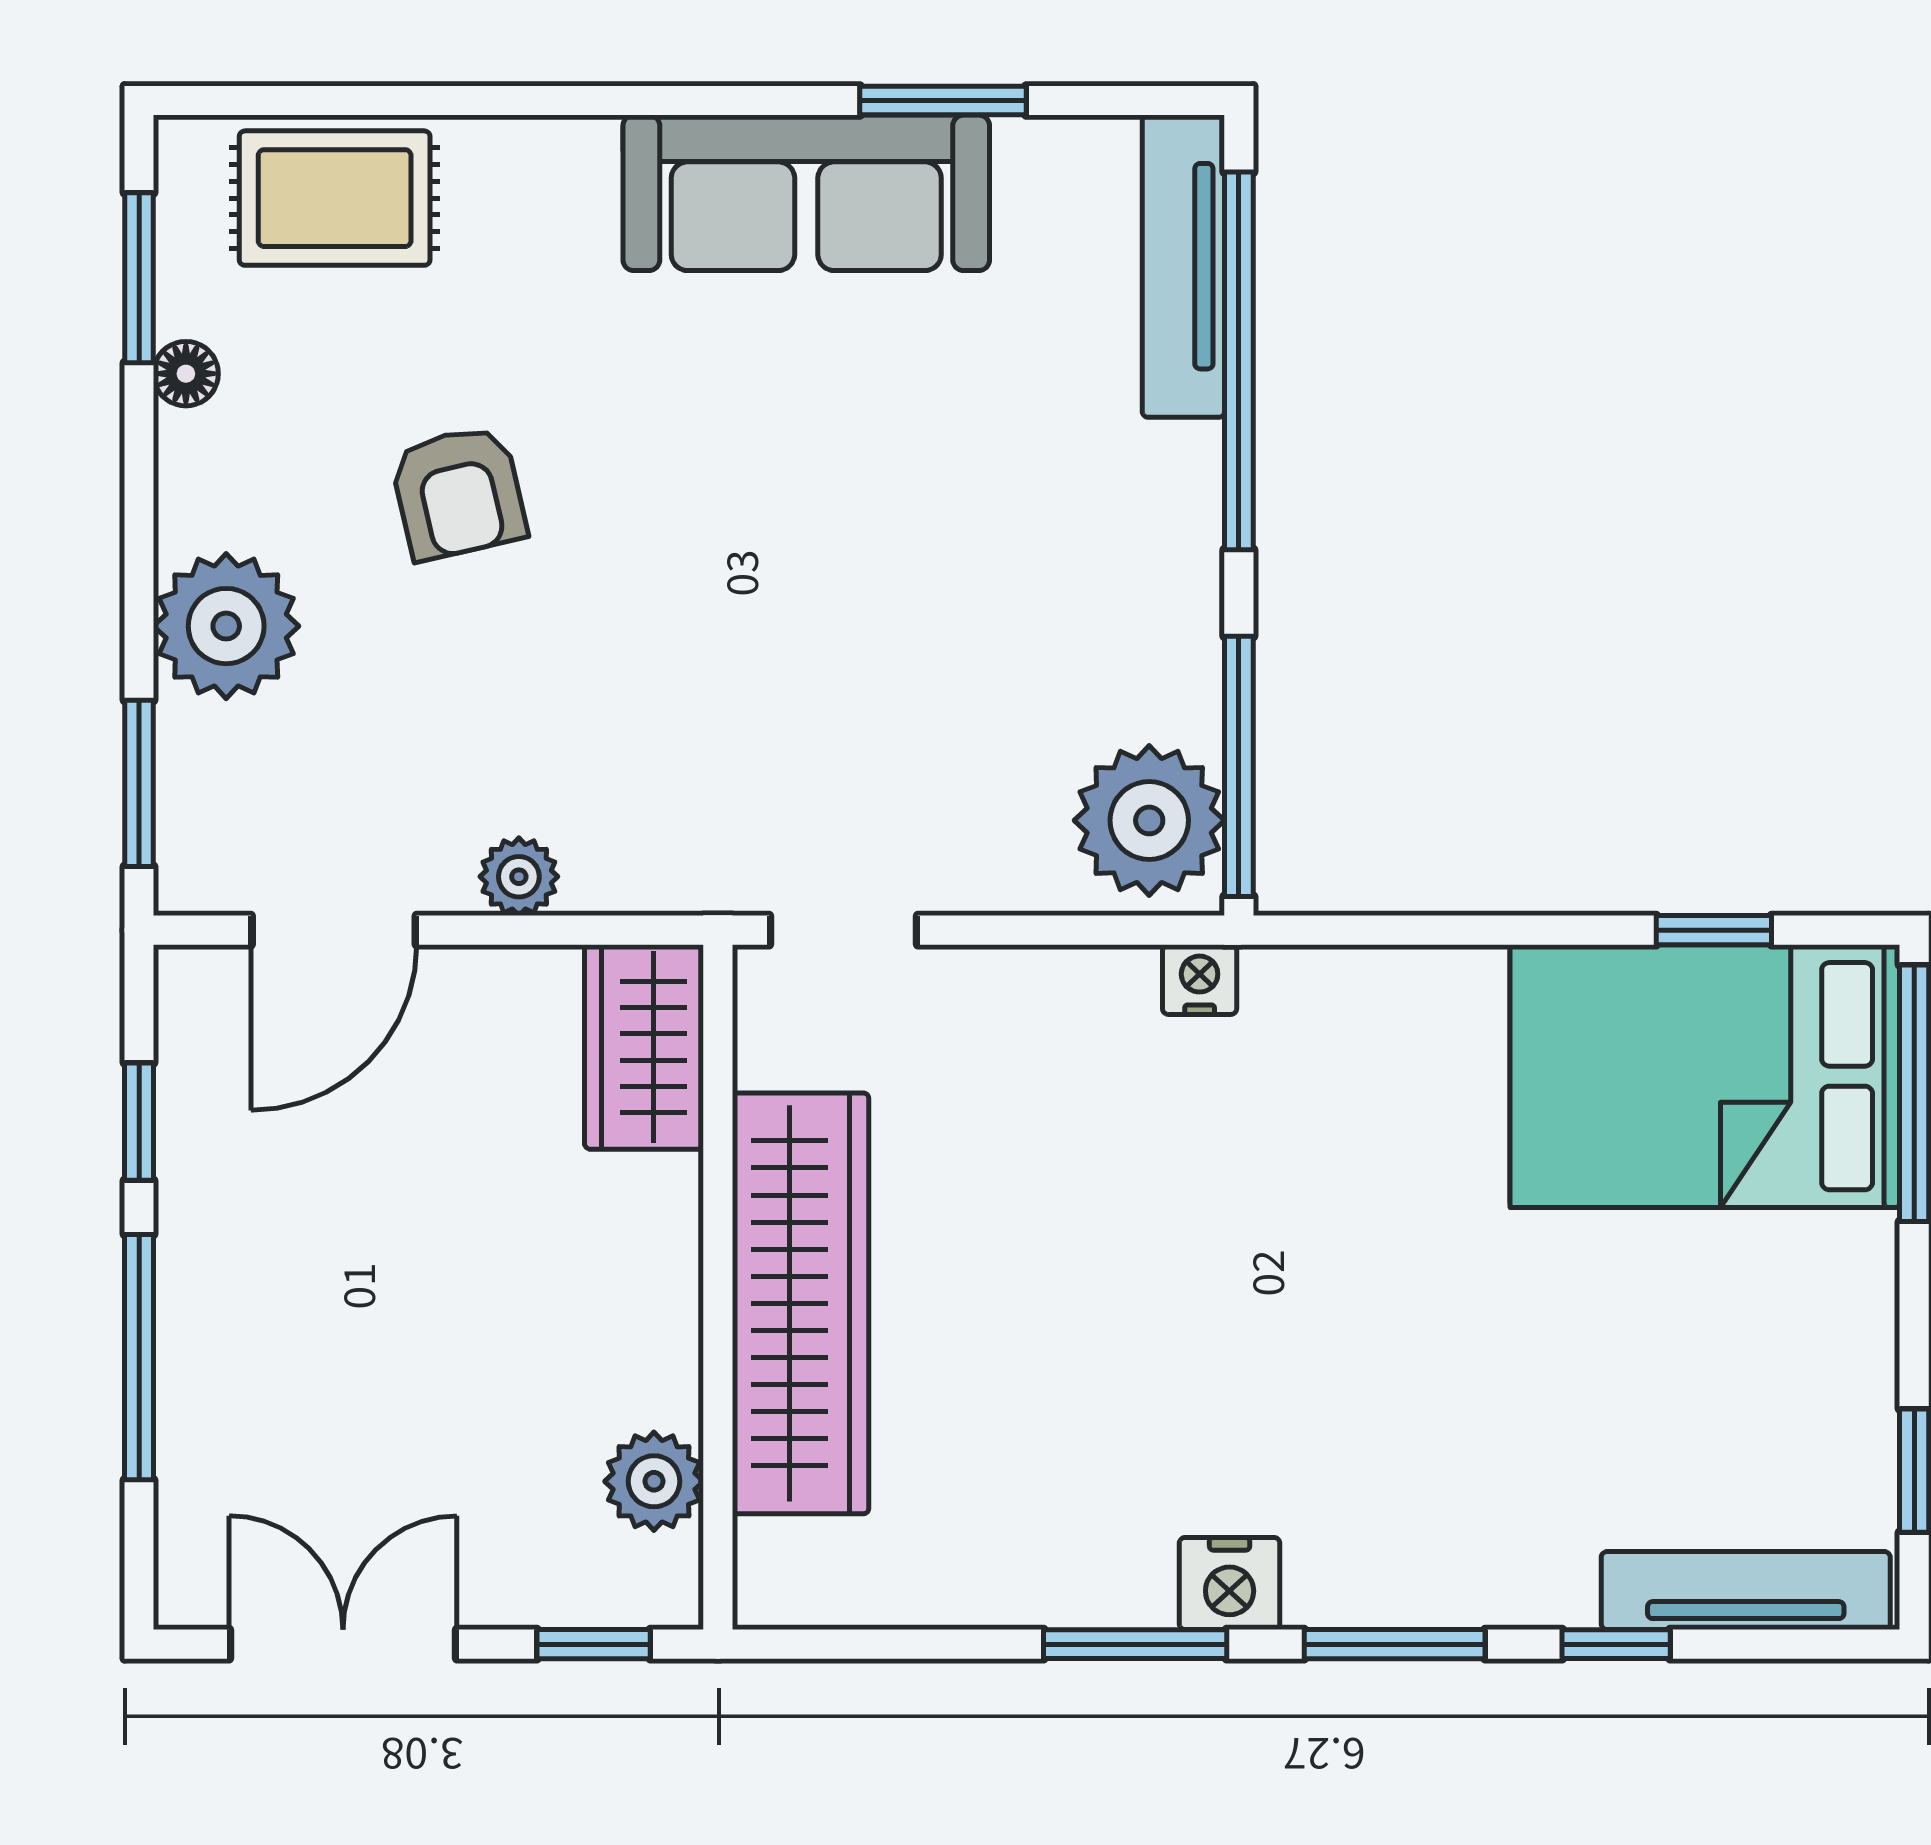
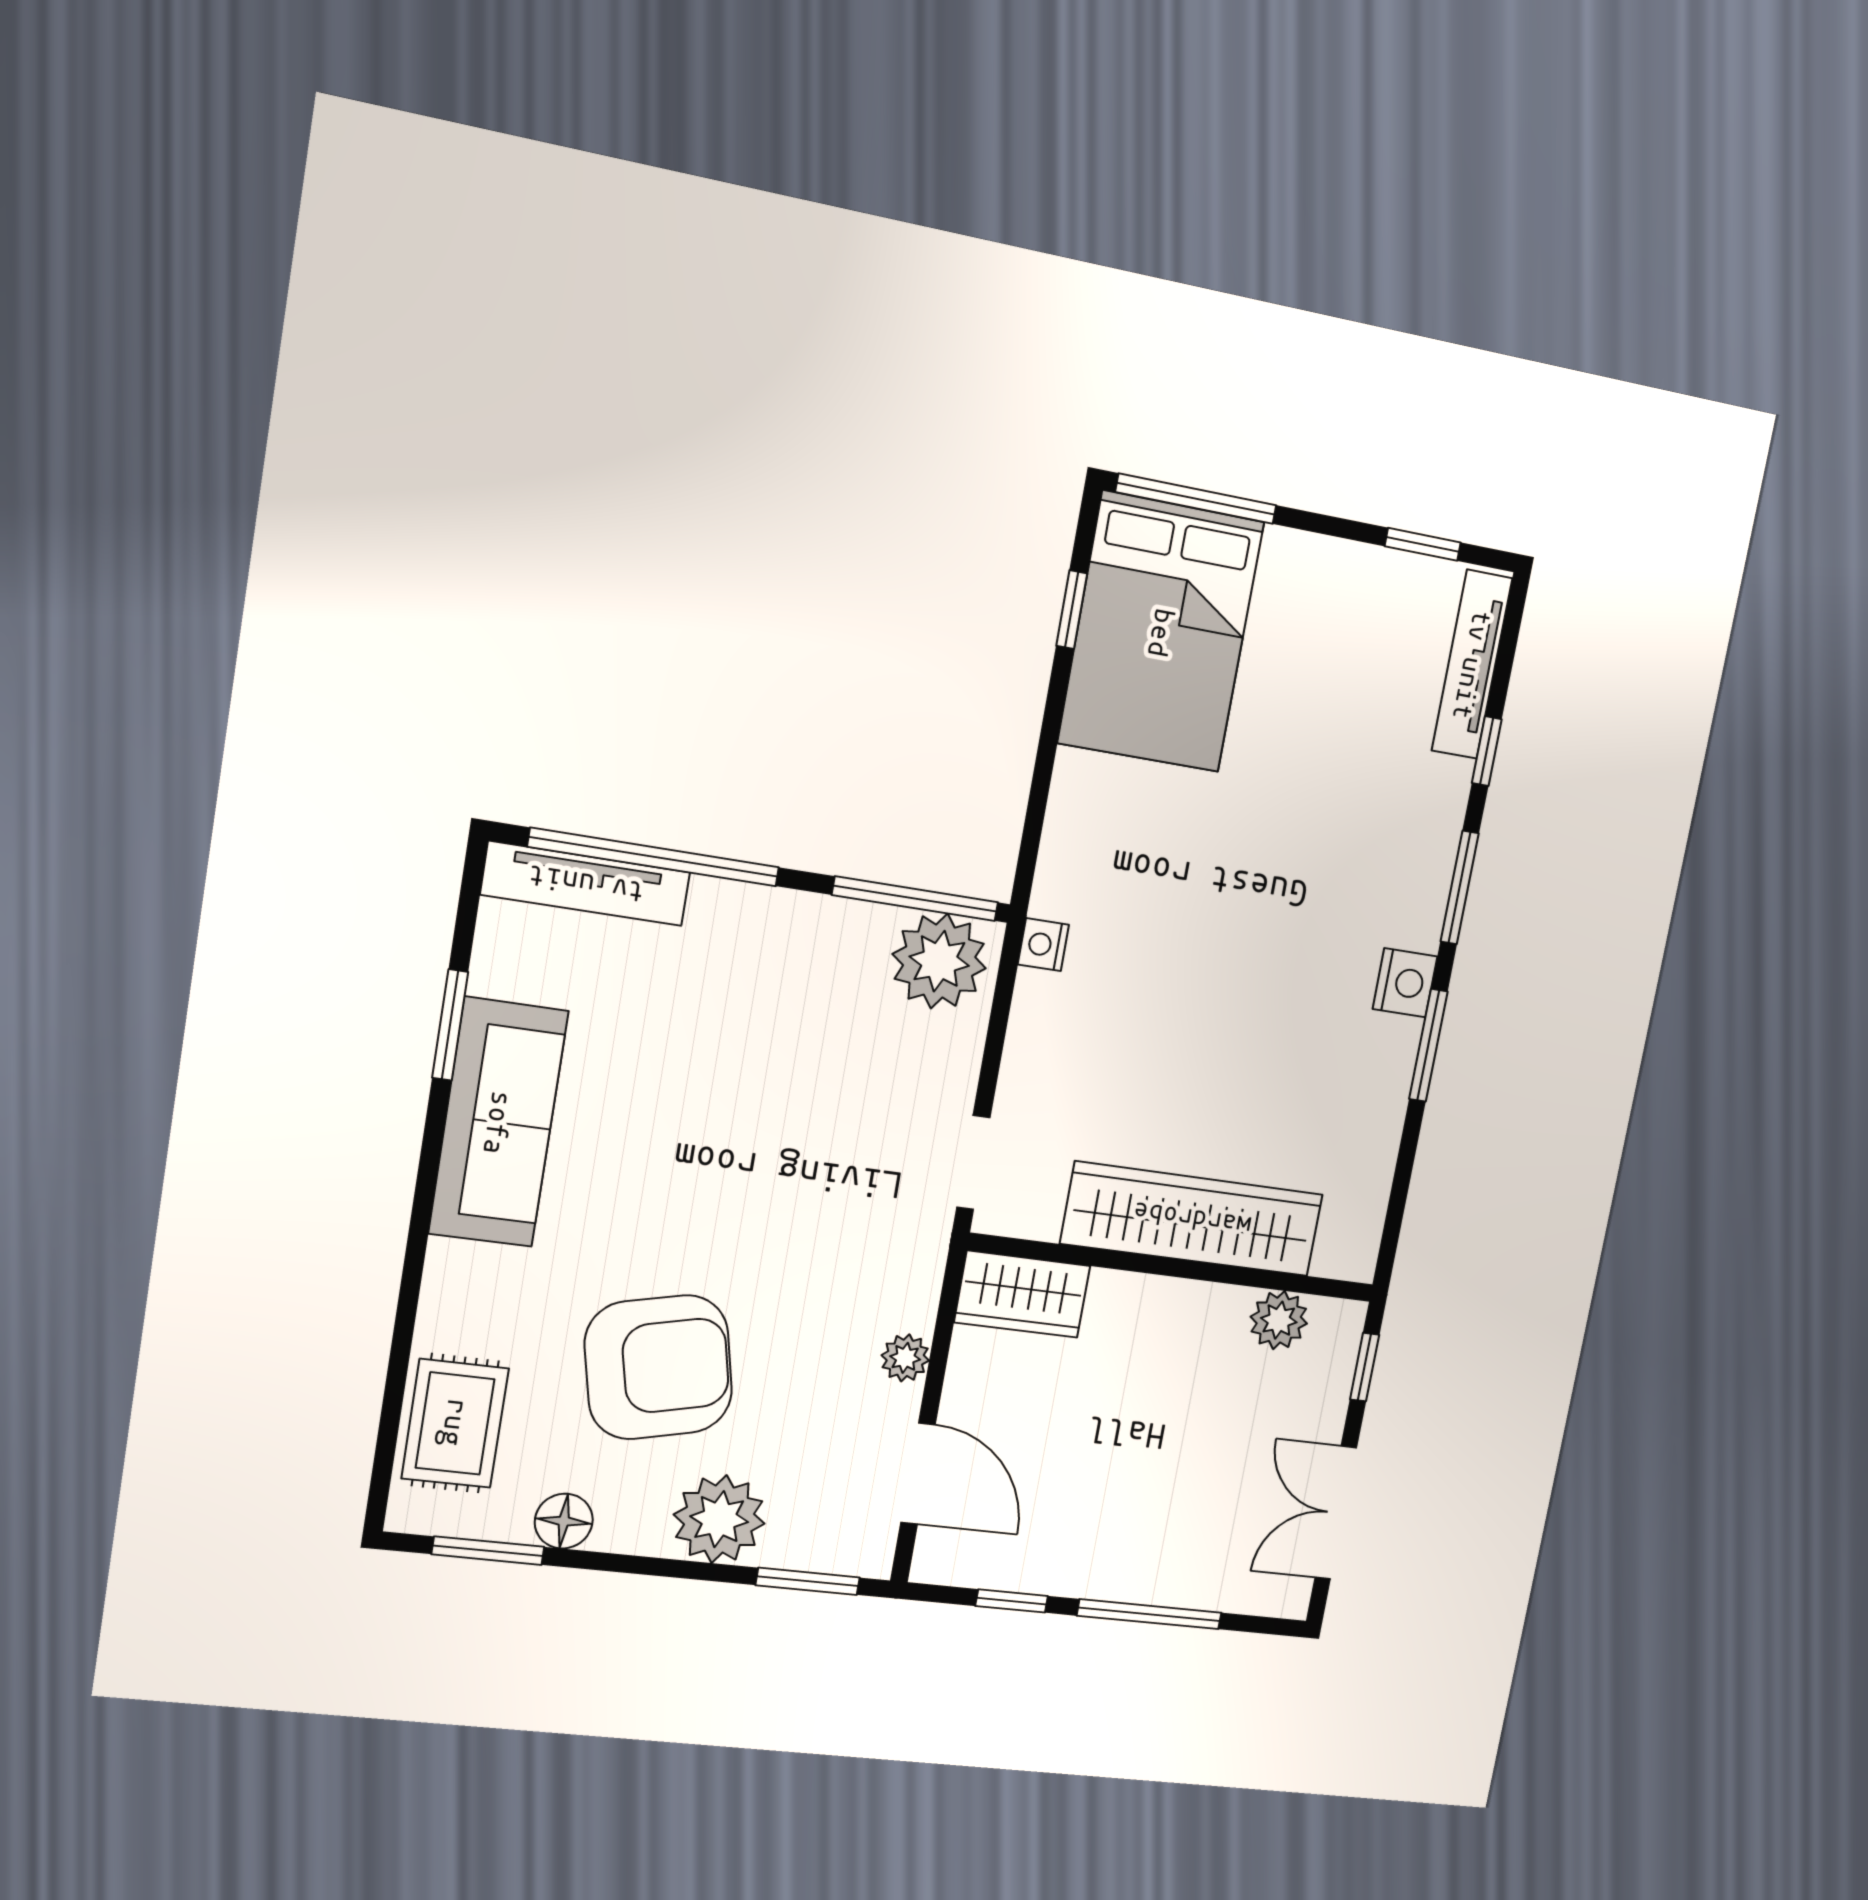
floor lamp: (186, 374) -> (564, 1521), width x1.37, depth x1.37
armchair: (458, 493) -> (659, 1367), width x1.88, depth x1.88

